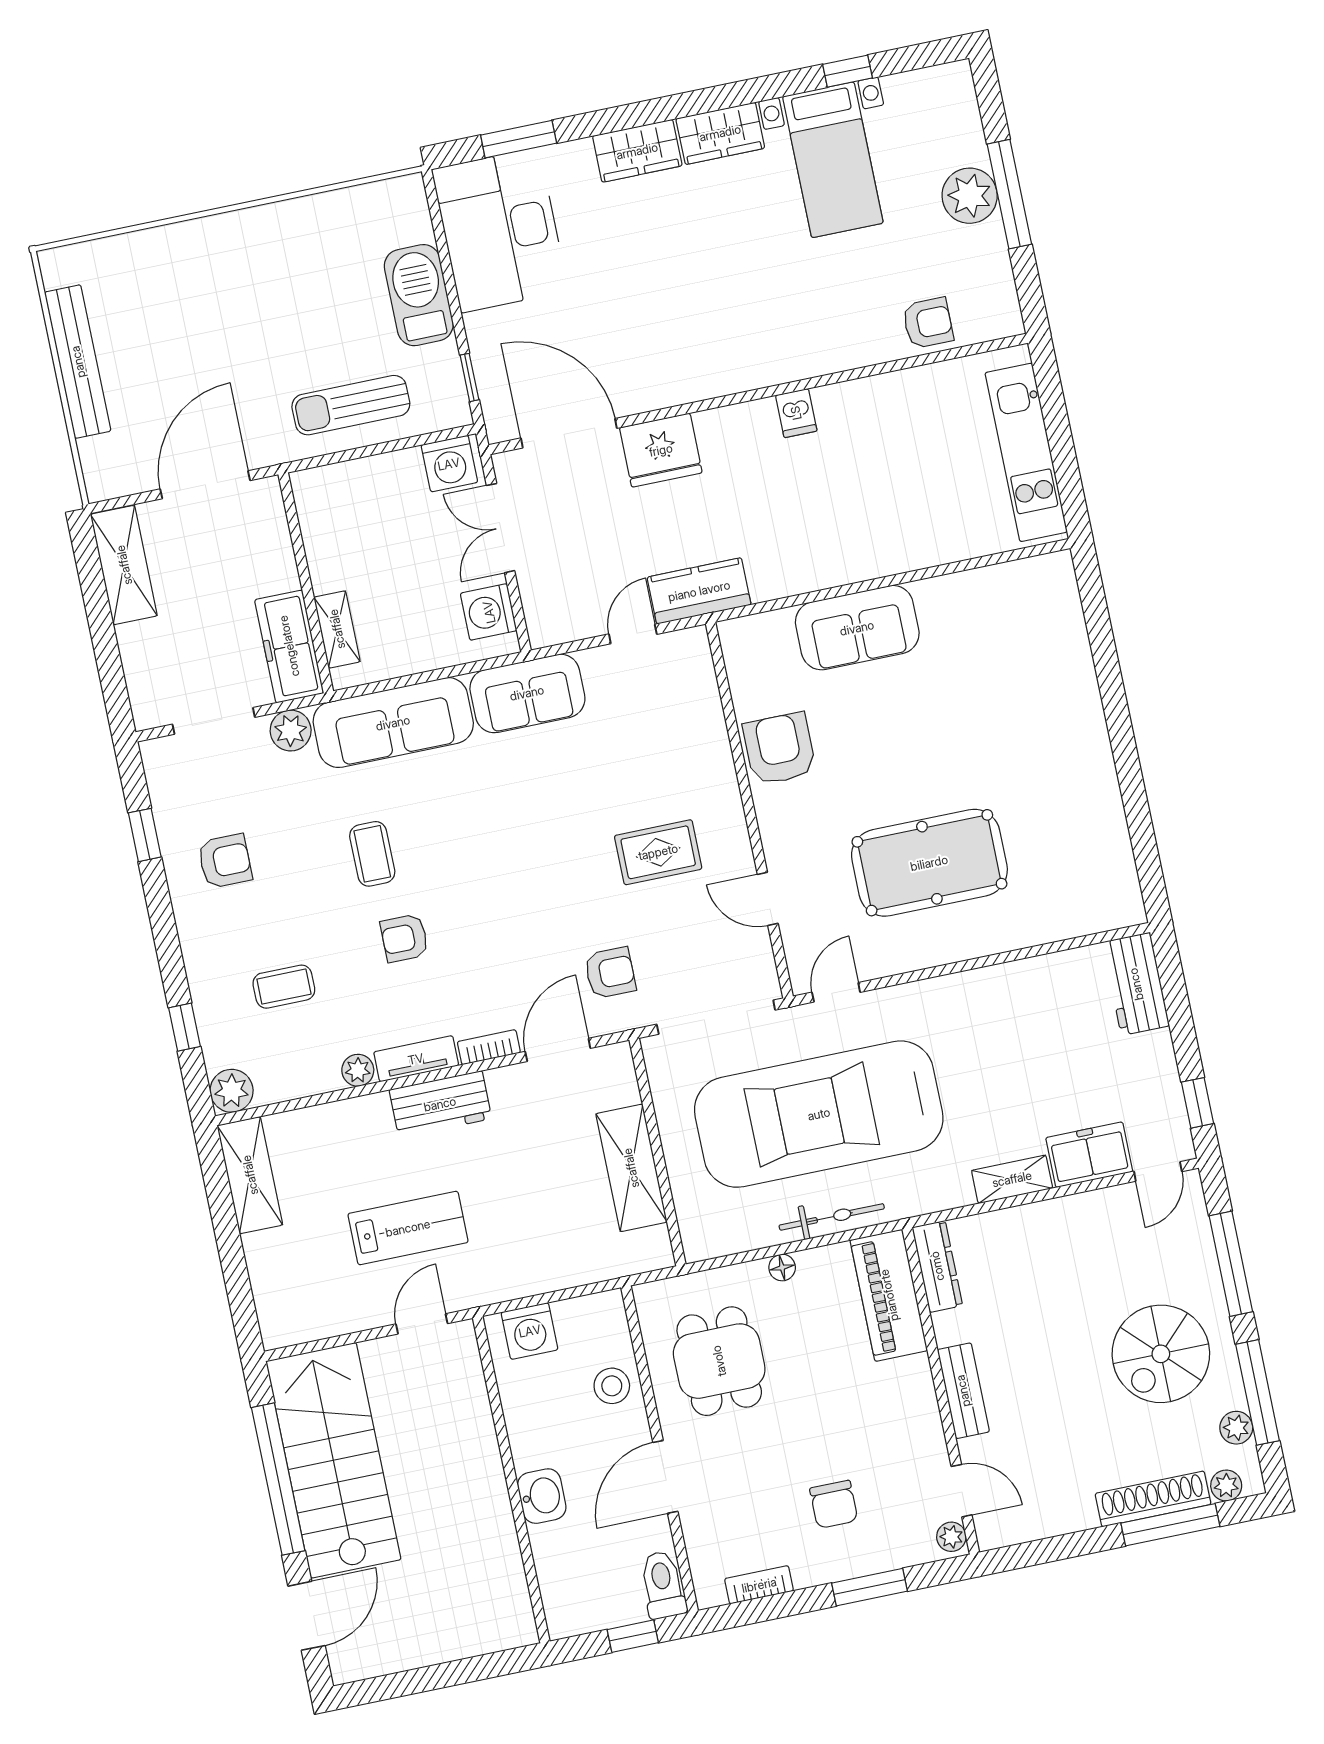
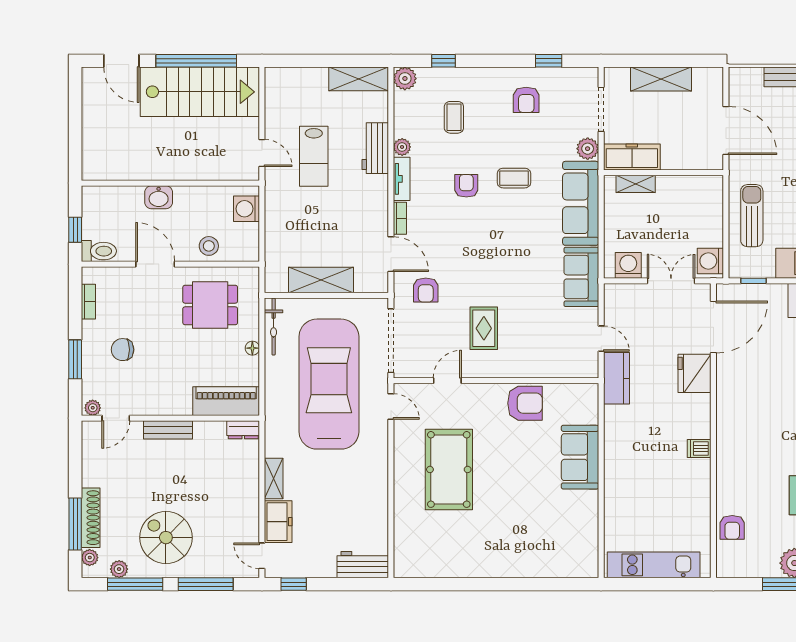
shelving: (124, 565) -> (661, 79), moved
workbench: (440, 1104) -> (375, 148), moved
bicycle: (832, 1217) -> (274, 327), moved
dresser: (937, 1266) -> (243, 430), width x0.70

